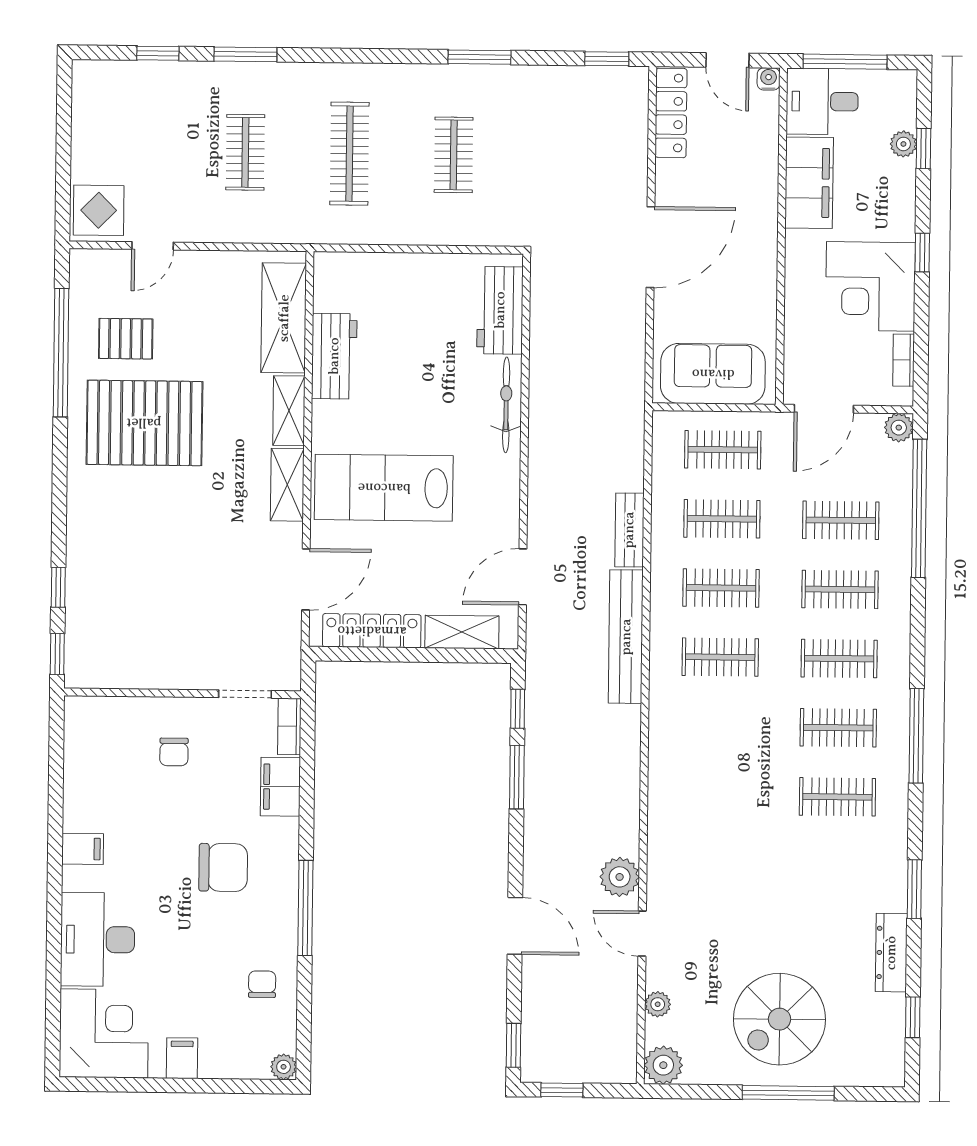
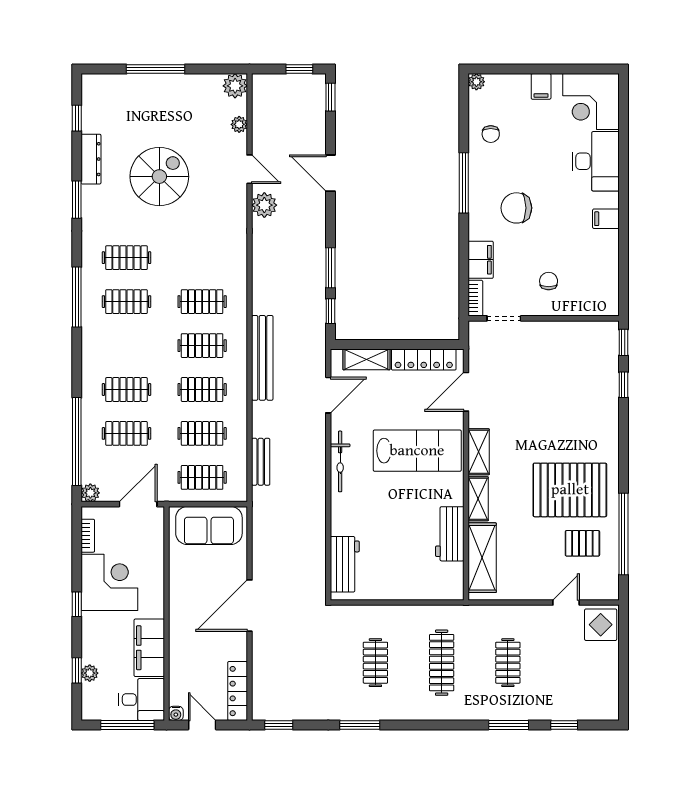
bicycle: (506, 405) -> (340, 461), moved
bench: (629, 530) -> (261, 462), moved
clothes rail: (839, 659) -> (202, 302), moved
spiral stairs: (779, 1019) -> (159, 177), moved

